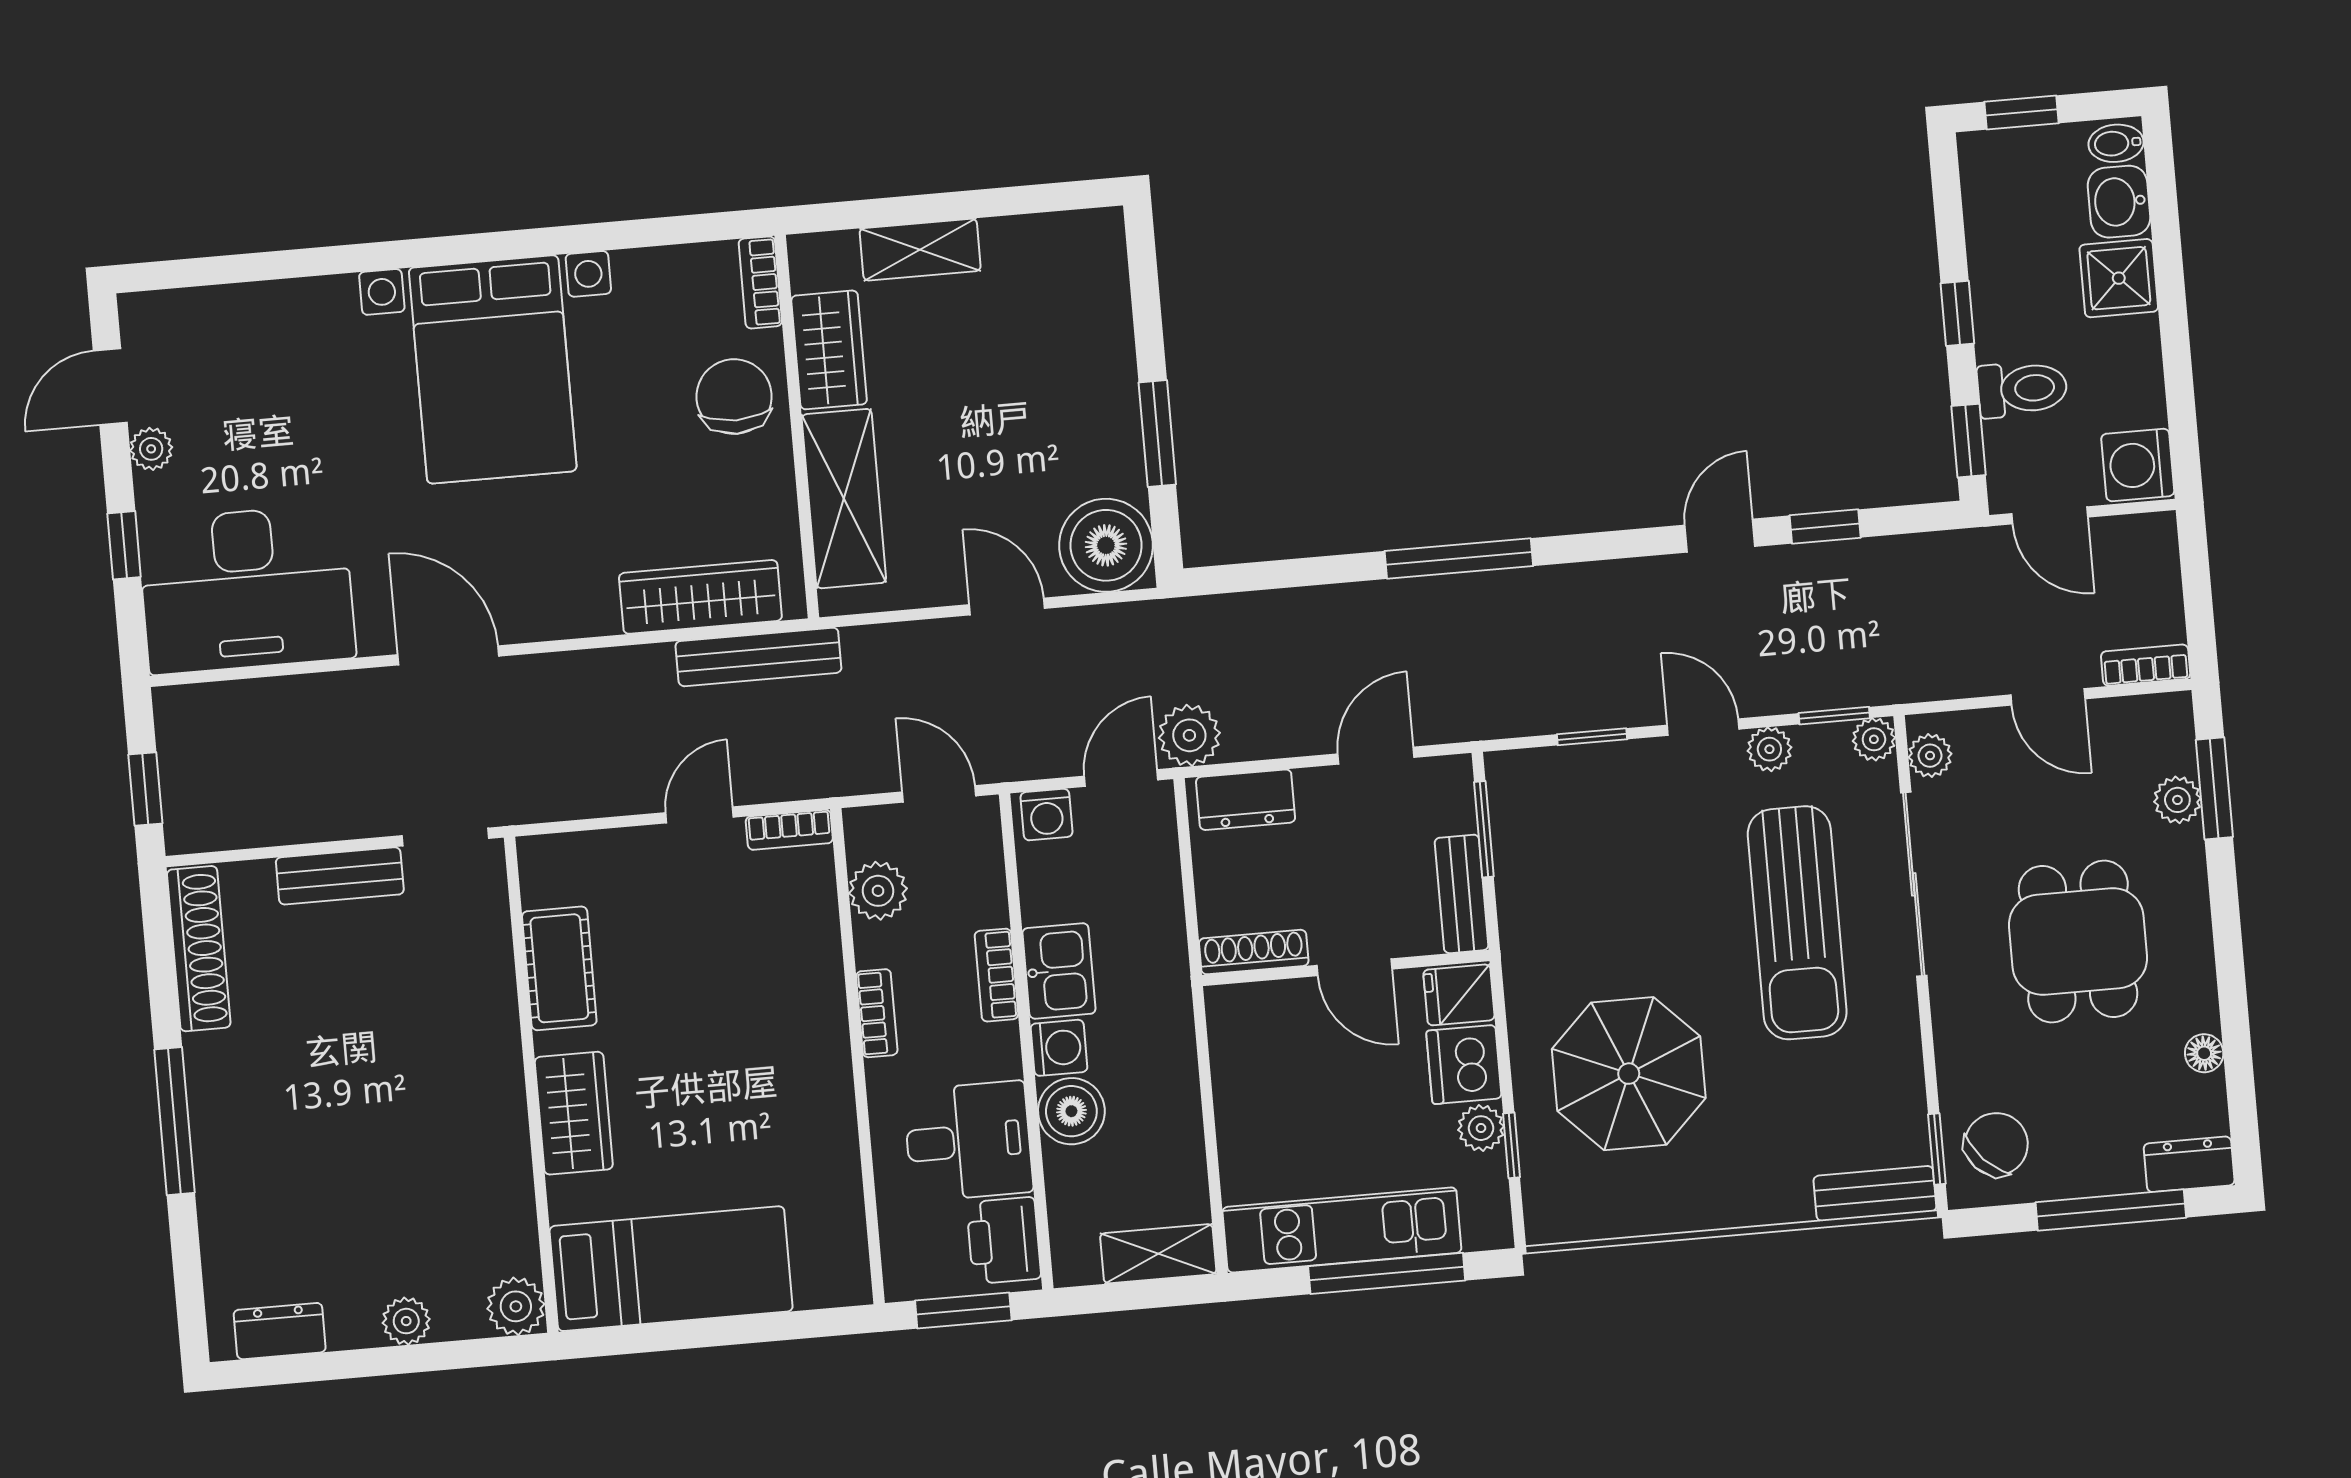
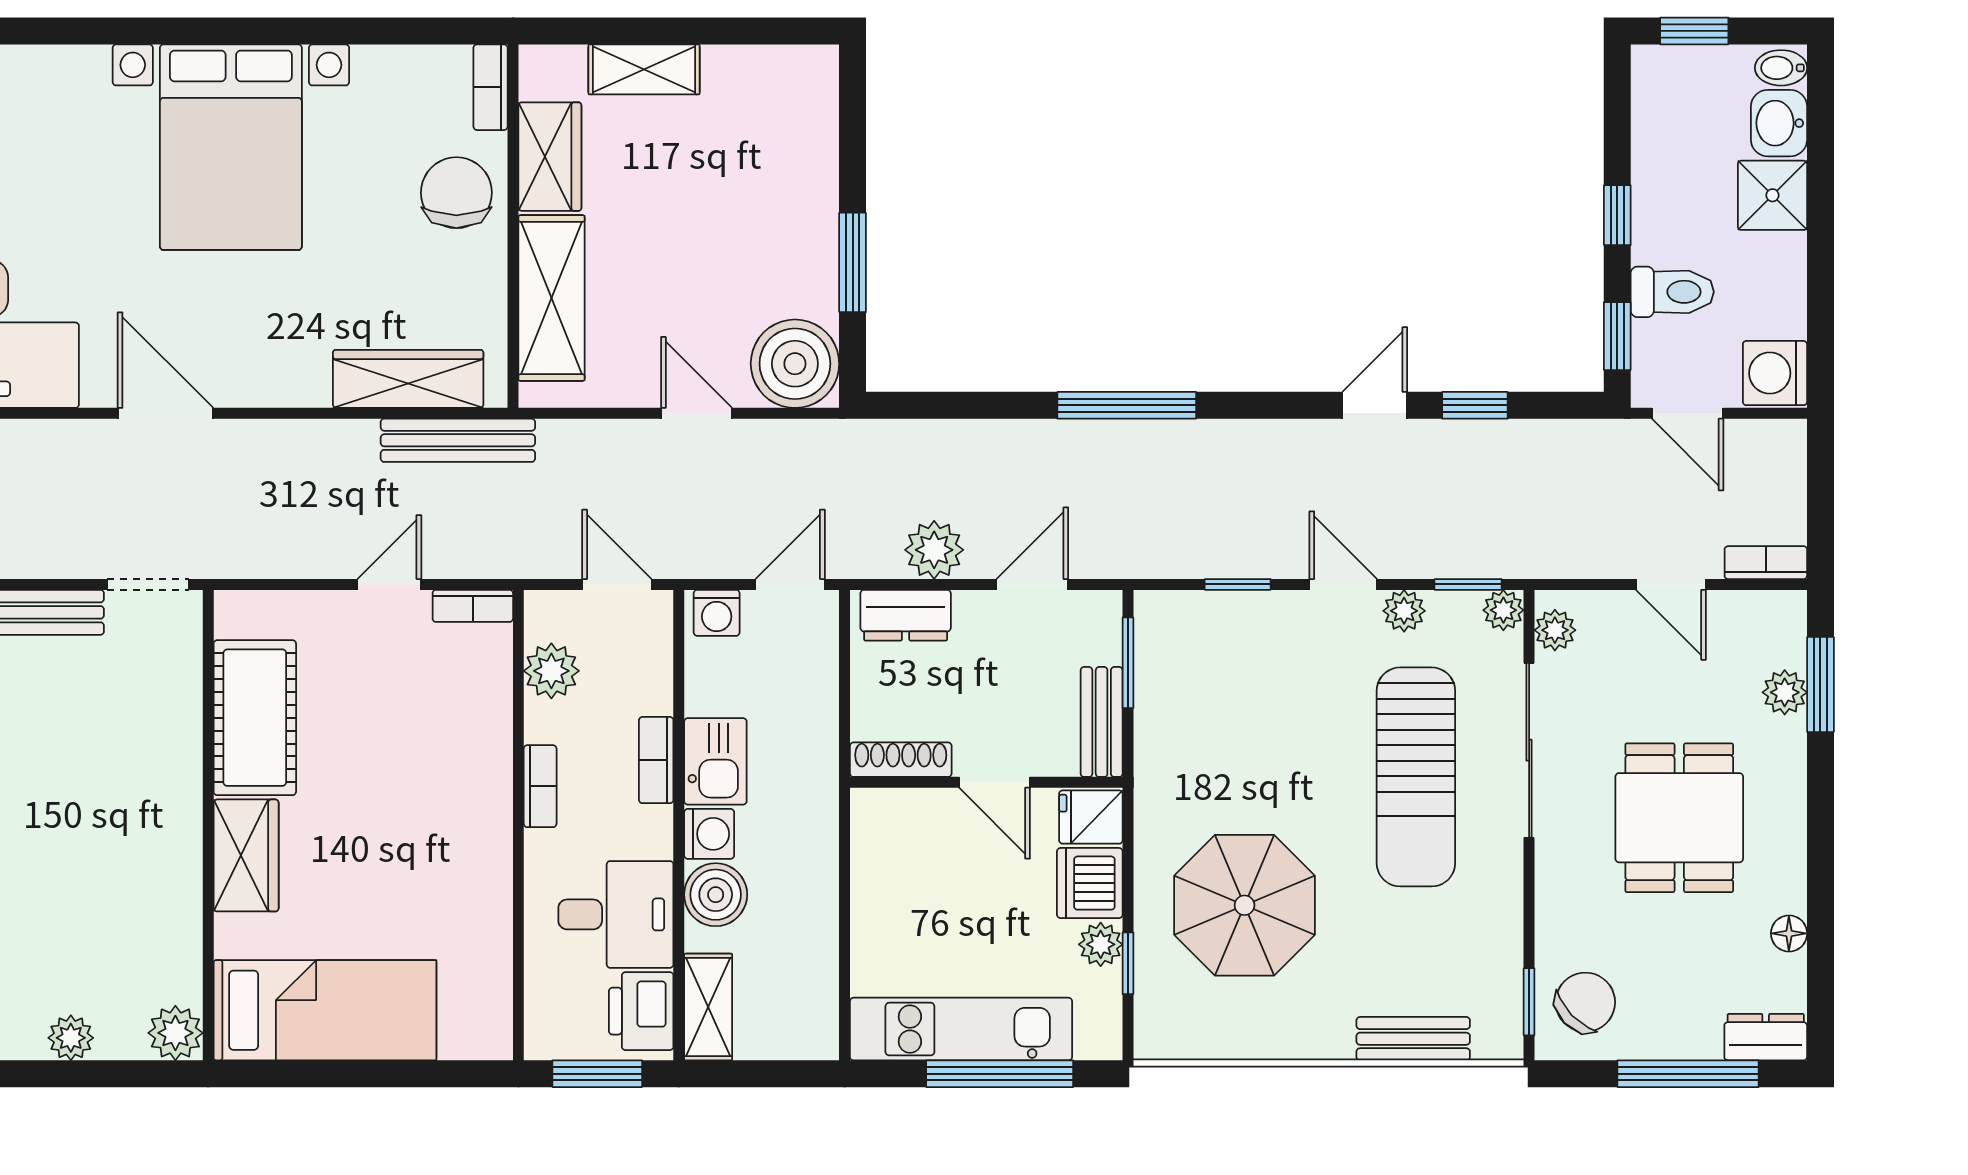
plant: (1189, 735) -> (934, 550), moved
cot: (559, 968) -> (255, 718), width x1.37, depth x1.34
bench: (1875, 1194) -> (1413, 1039), moved
shelving: (1158, 1254) -> (708, 1007), moved, turned 90

